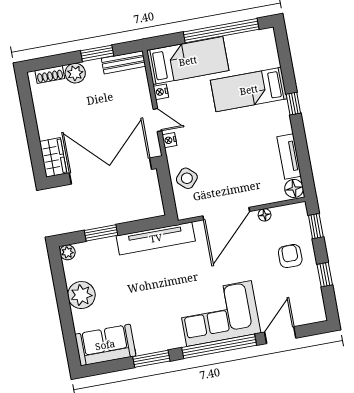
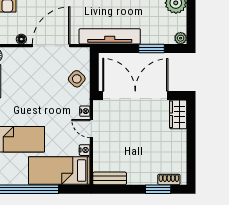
window: (97, 53) -> (158, 189), moved
plant: (75, 73) -> (149, 177), removed
double door: (111, 171) -> (135, 95), swing flipped

